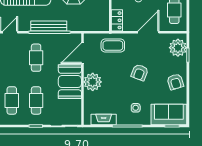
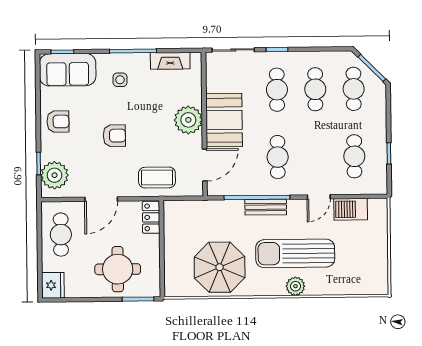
bench: (49, 26) -> (266, 207), width x0.73
armchair: (140, 72) -> (114, 136), turned 69
armchair: (175, 82) -> (58, 122), turned 107

